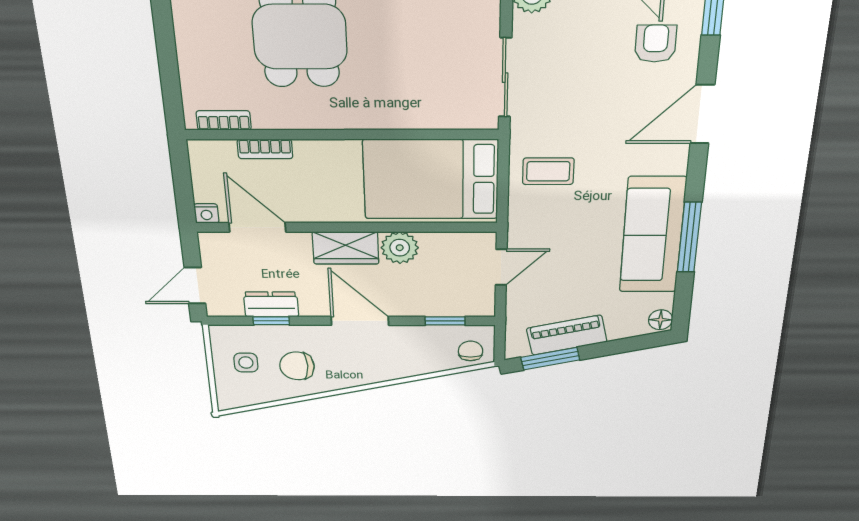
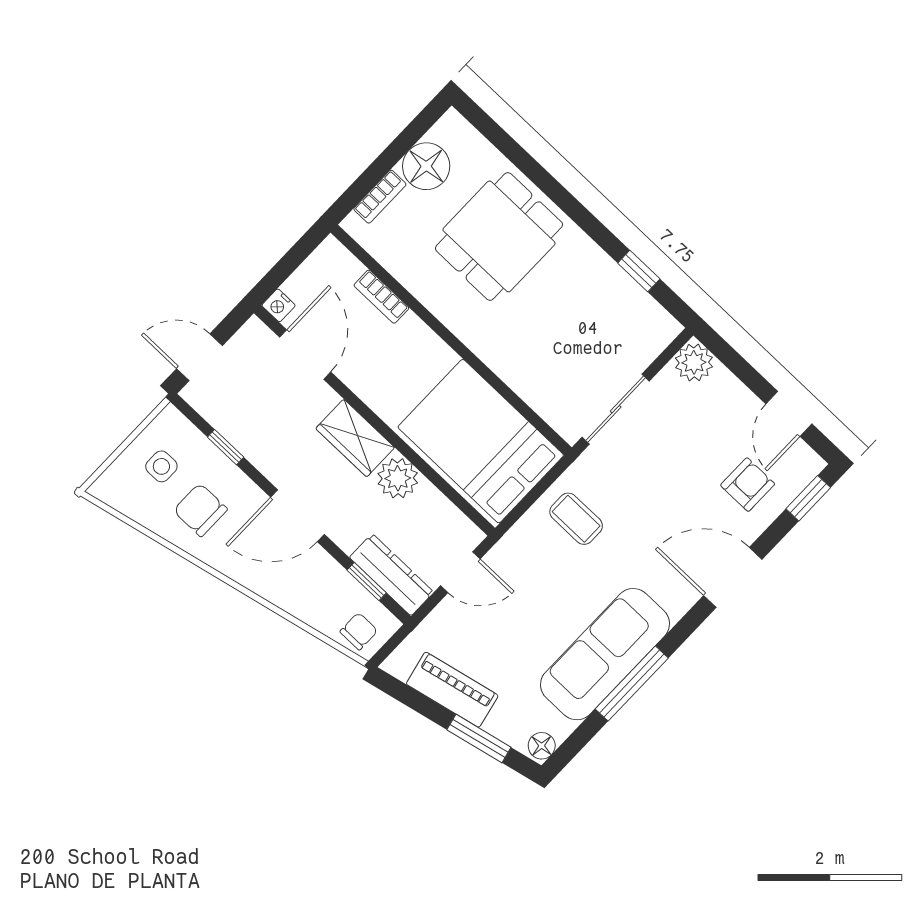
floor lamp: (198, 36) -> (426, 166), added
bookcase: (224, 120) -> (380, 197), moved, turned 90
dresser: (271, 304) -> (391, 575), moved, width x1.44
door: (360, 321) -> (298, 516), swing flipped
window: (550, 359) -> (479, 738), moved

